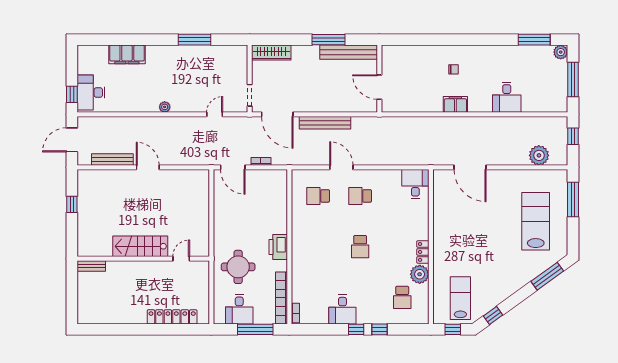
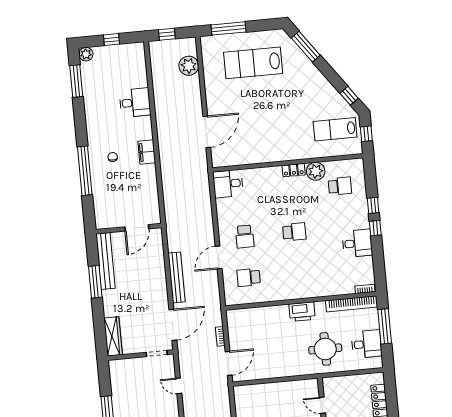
window: (442, 40) -> (85, 171), added
window: (573, 79) -> (111, 40), width x0.46
school desk: (318, 196) -> (249, 278), turned 90

